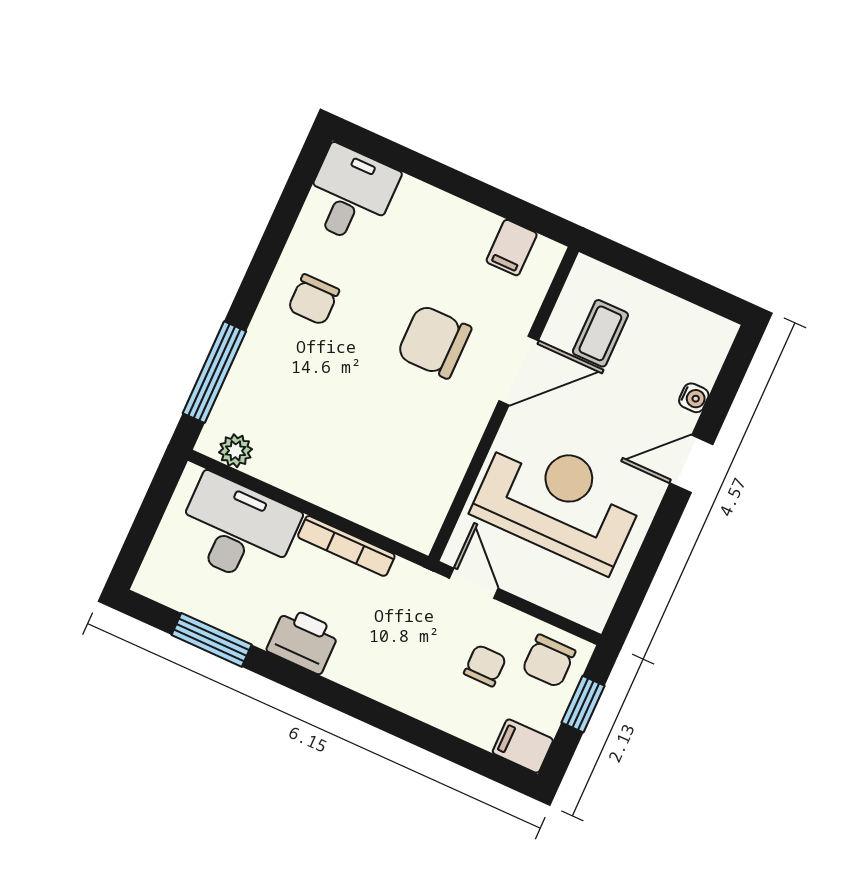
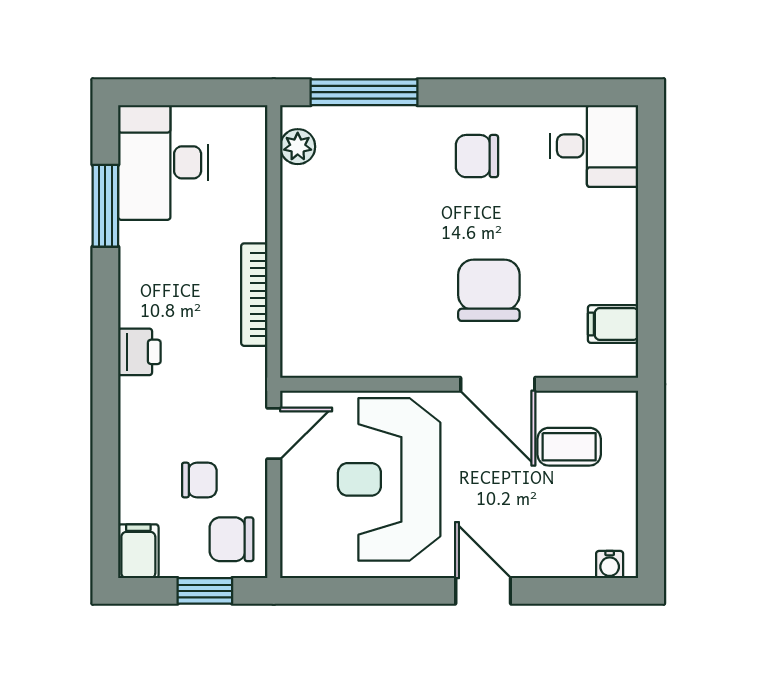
water cooler: (694, 398) -> (610, 565), moved
reception desk: (558, 501) -> (389, 479), turned 180
desk: (237, 530) -> (163, 162), moved, turned 180
printer: (303, 641) -> (139, 352), moved, width x0.73, depth x0.81

